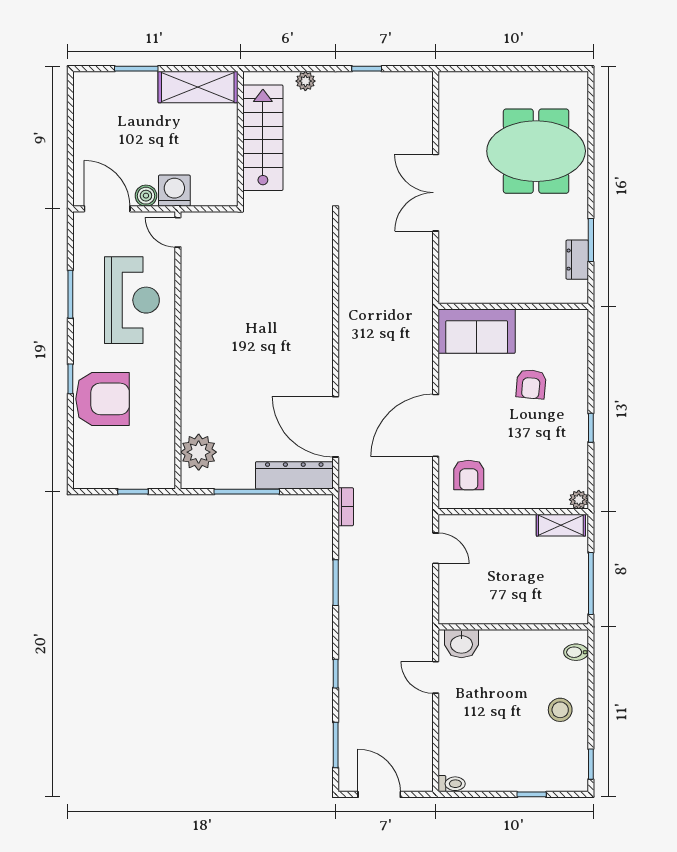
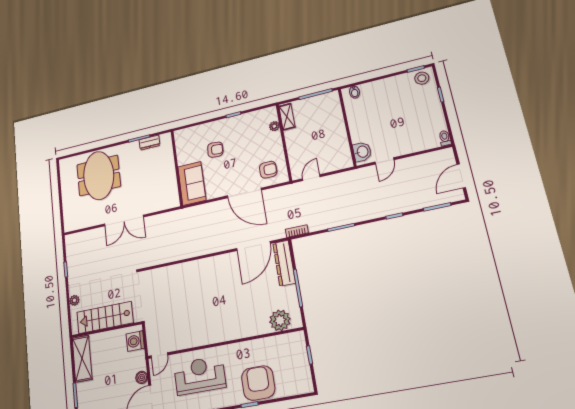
washing machine: (174, 191) -> (135, 341), moved
plant: (579, 500) -> (274, 126), moved
stool: (560, 710) -> (422, 78), moved

